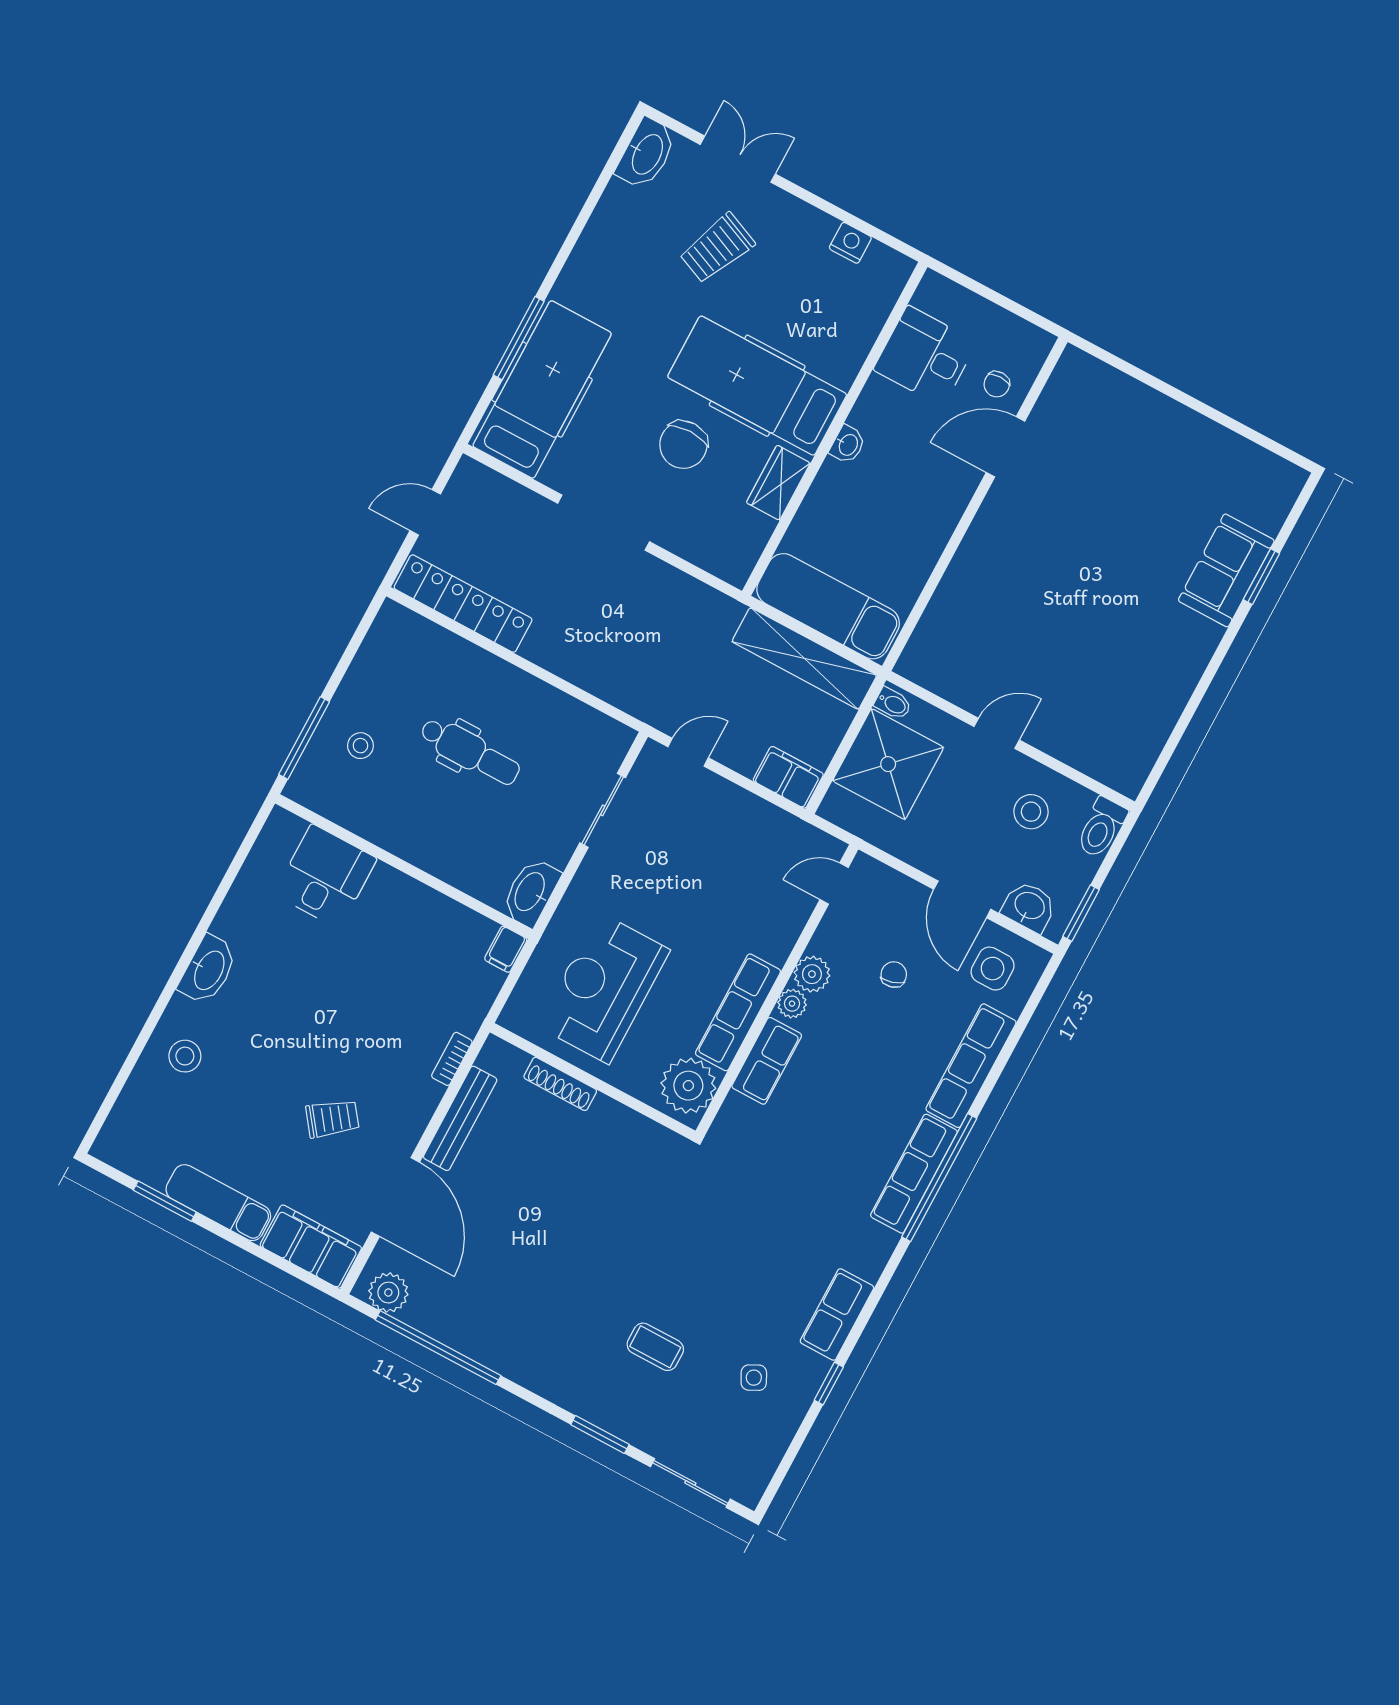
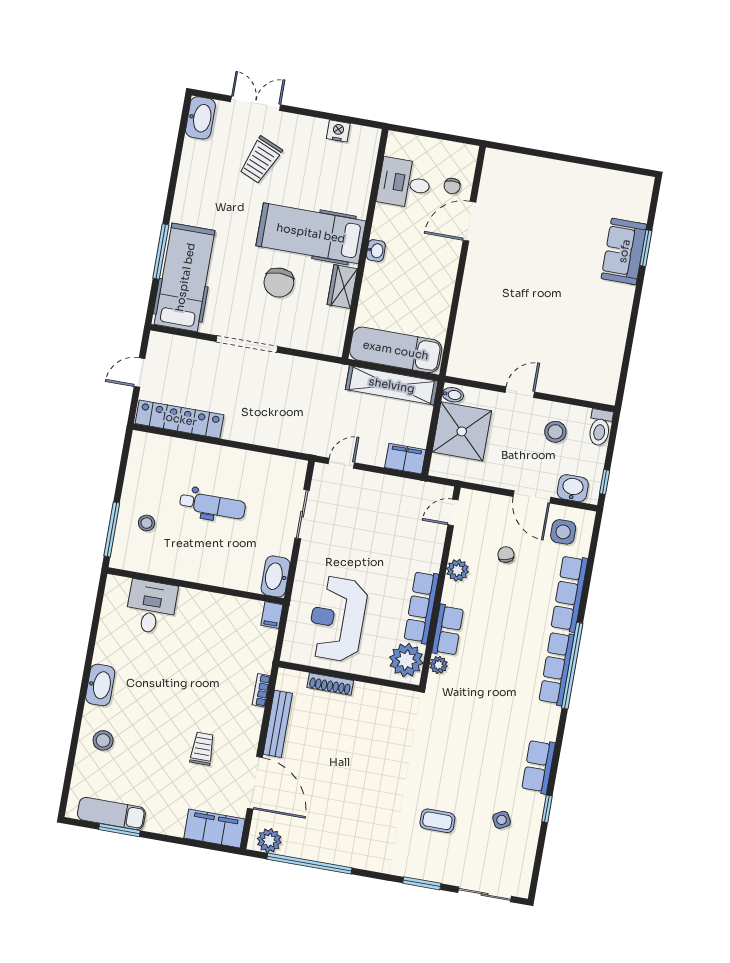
window: (1081, 913) -> (605, 482), width x0.67
plant: (792, 1004) -> (439, 665), moved
trolley: (332, 1119) -> (202, 749), turned -53
exam couch: (218, 1203) -> (111, 813), moved

